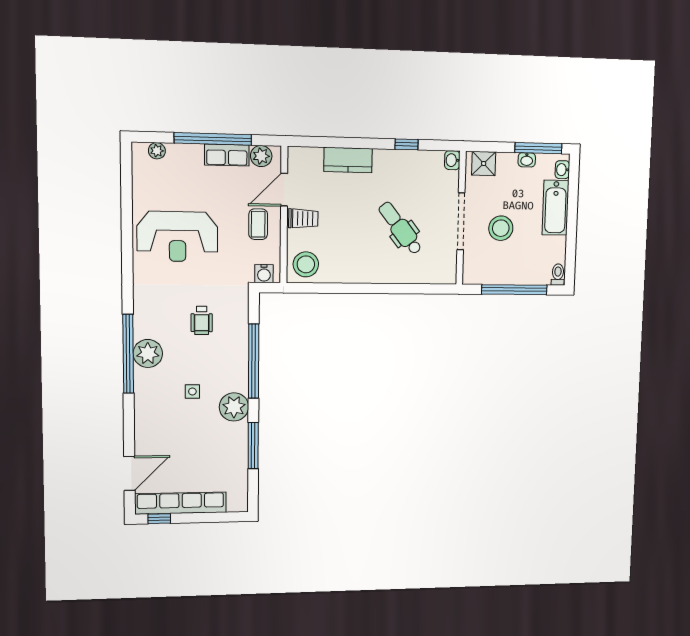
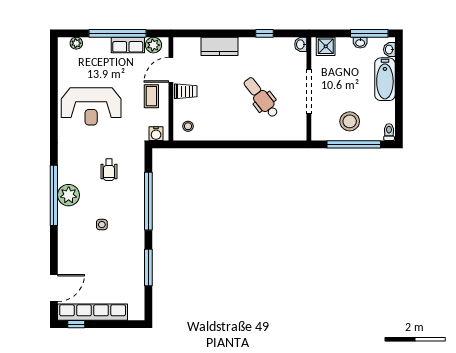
stool: (501, 228) -> (350, 121), moved
stool: (306, 264) -> (188, 126), width x0.53, depth x0.53
plant: (234, 407) -> (133, 237), removed

